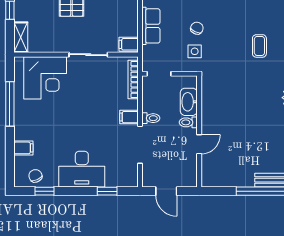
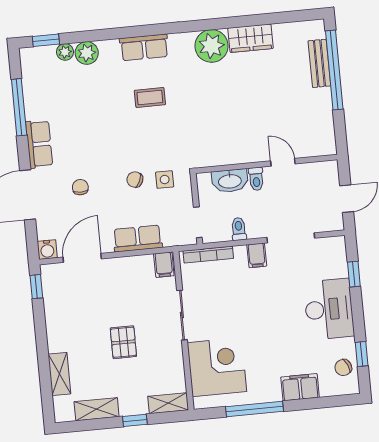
toilet: (151, 118) -> (239, 229), moved
filing cabinet: (23, 148) -> (300, 387), width x2.00

